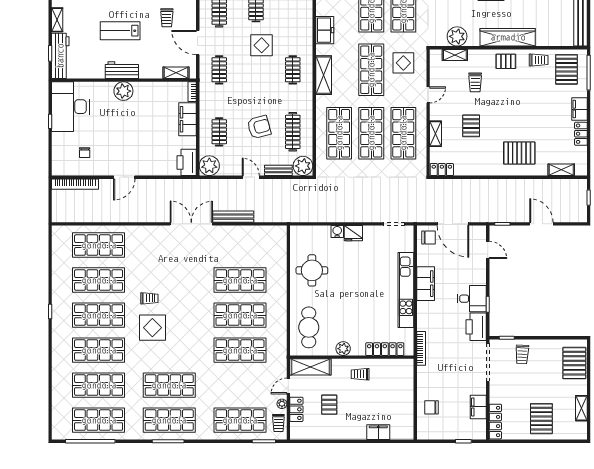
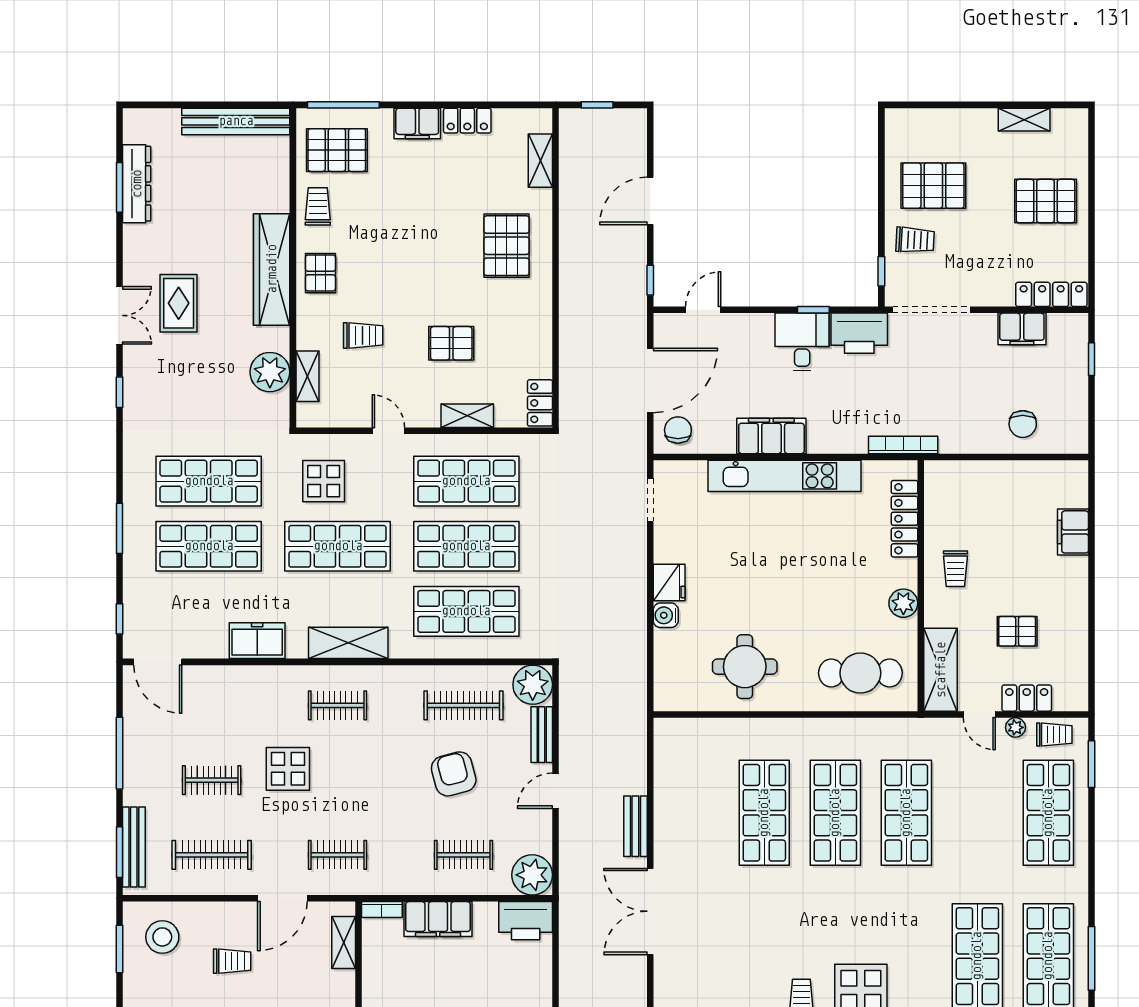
bench: (233, 217) -> (635, 826), width x0.73
pallet: (574, 363) -> (933, 186), moved

